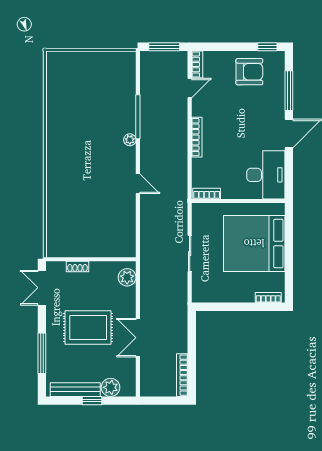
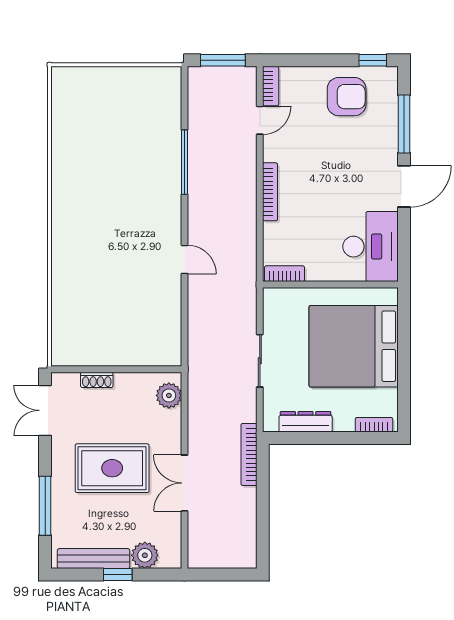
plant: (130, 140) -> (173, 196), removed
dresser: (221, 296) -> (306, 422), added
bookcase: (182, 375) -> (249, 454), moved

